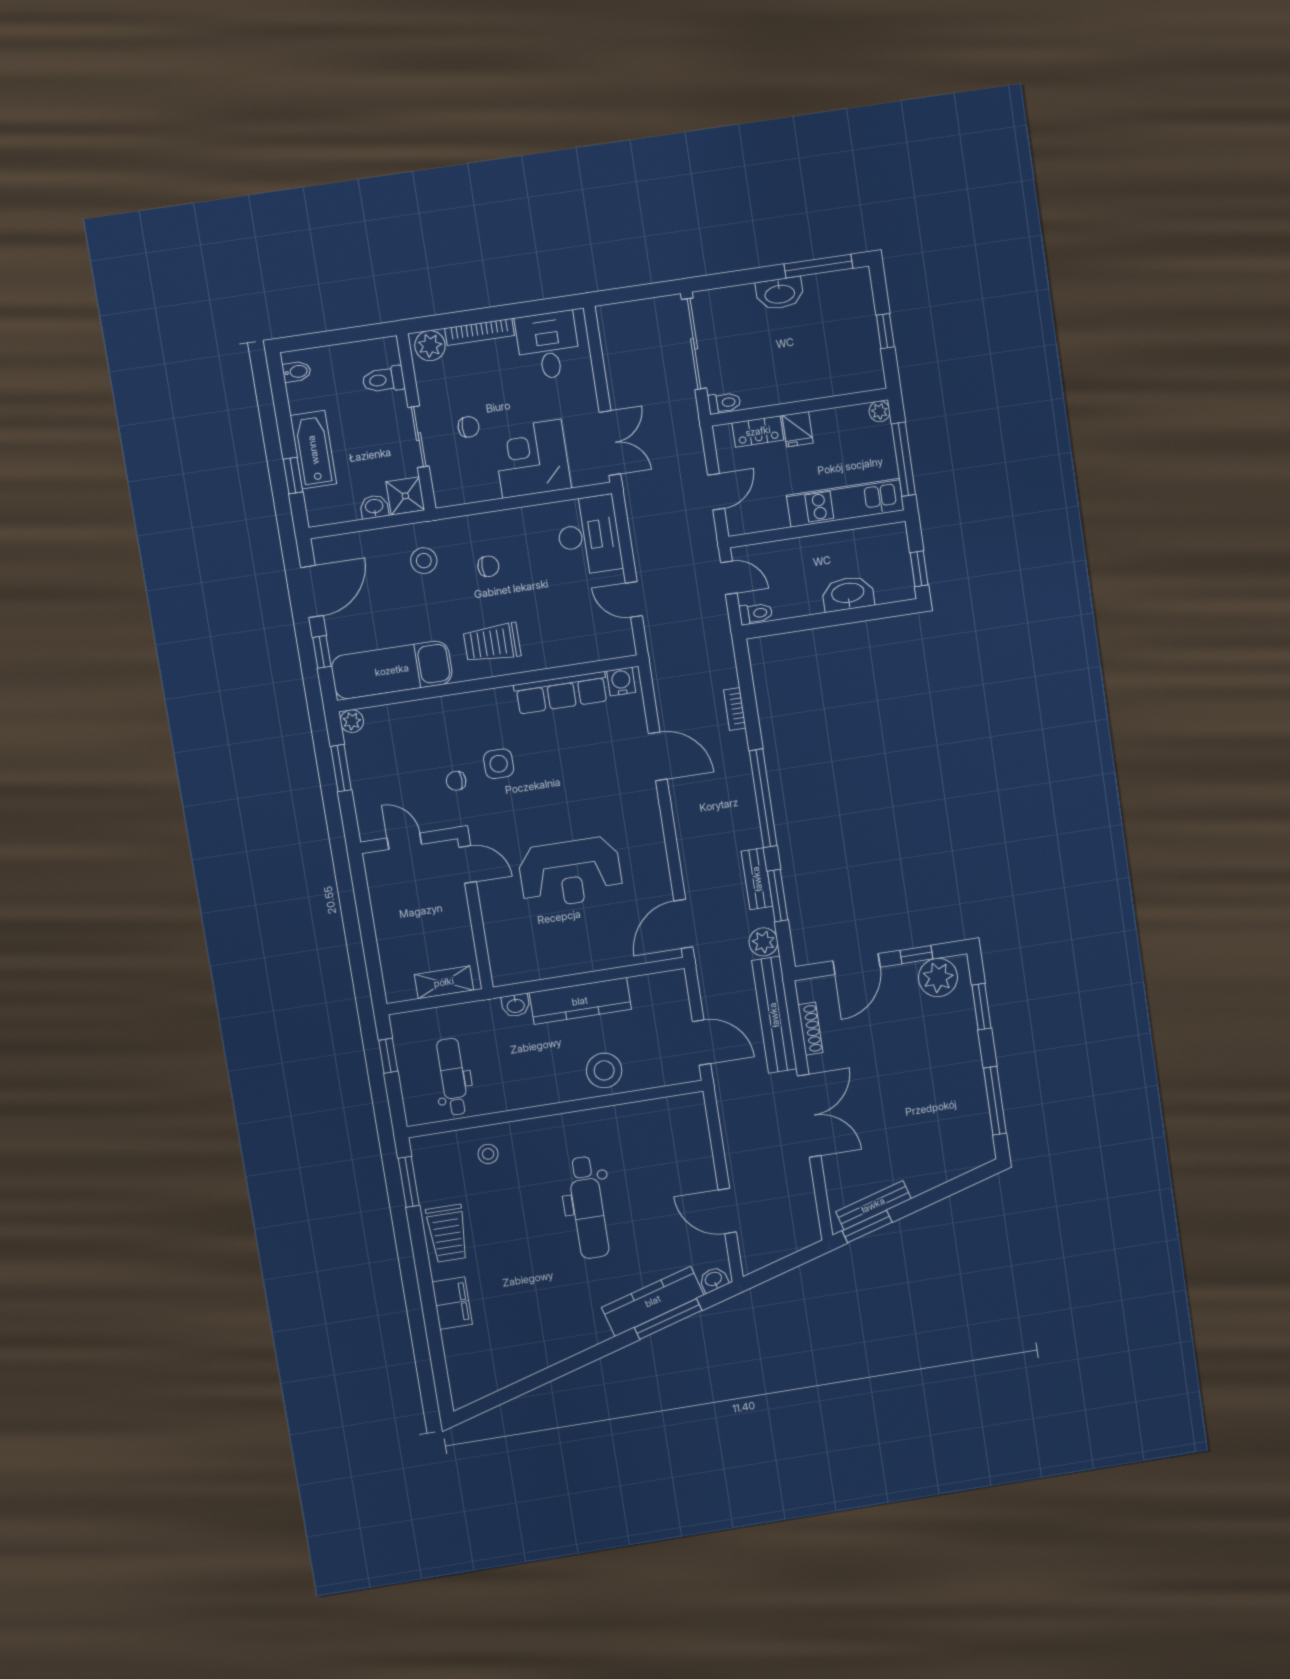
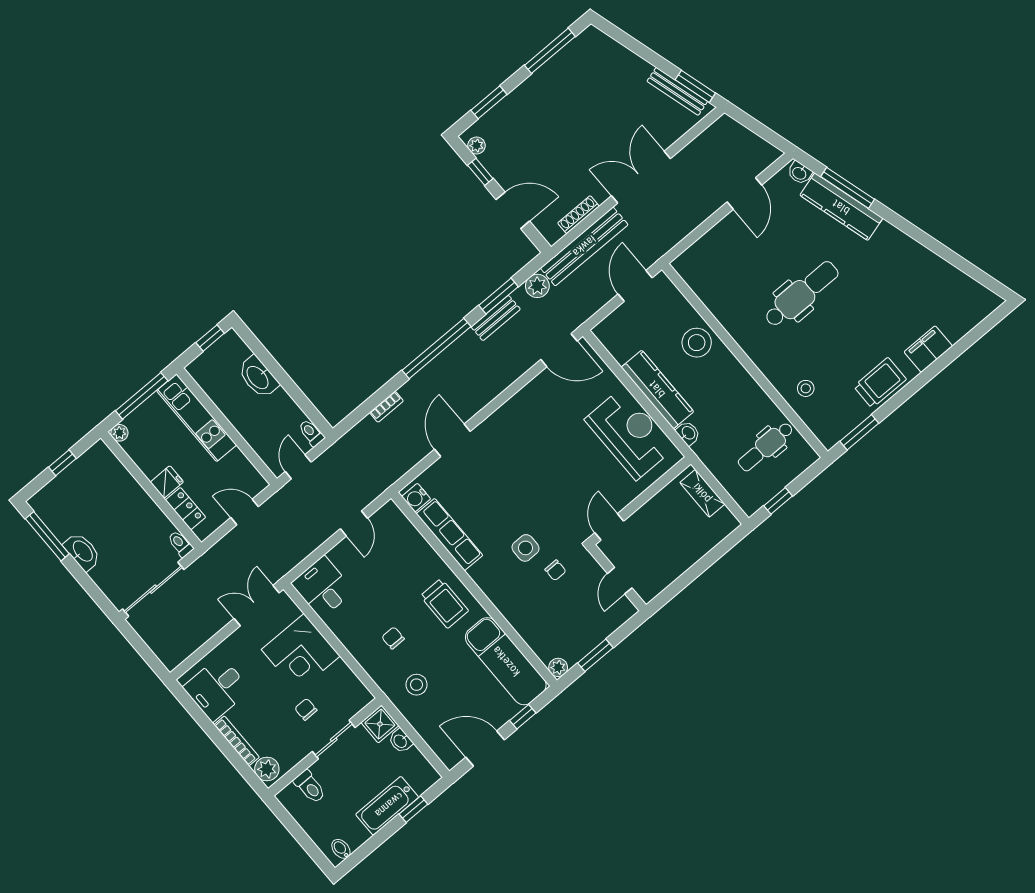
desk: (589, 535) -> (323, 587), width x0.73
reception desk: (570, 873) -> (629, 434), moved
plant: (938, 977) -> (477, 146), width x0.53, depth x0.53

